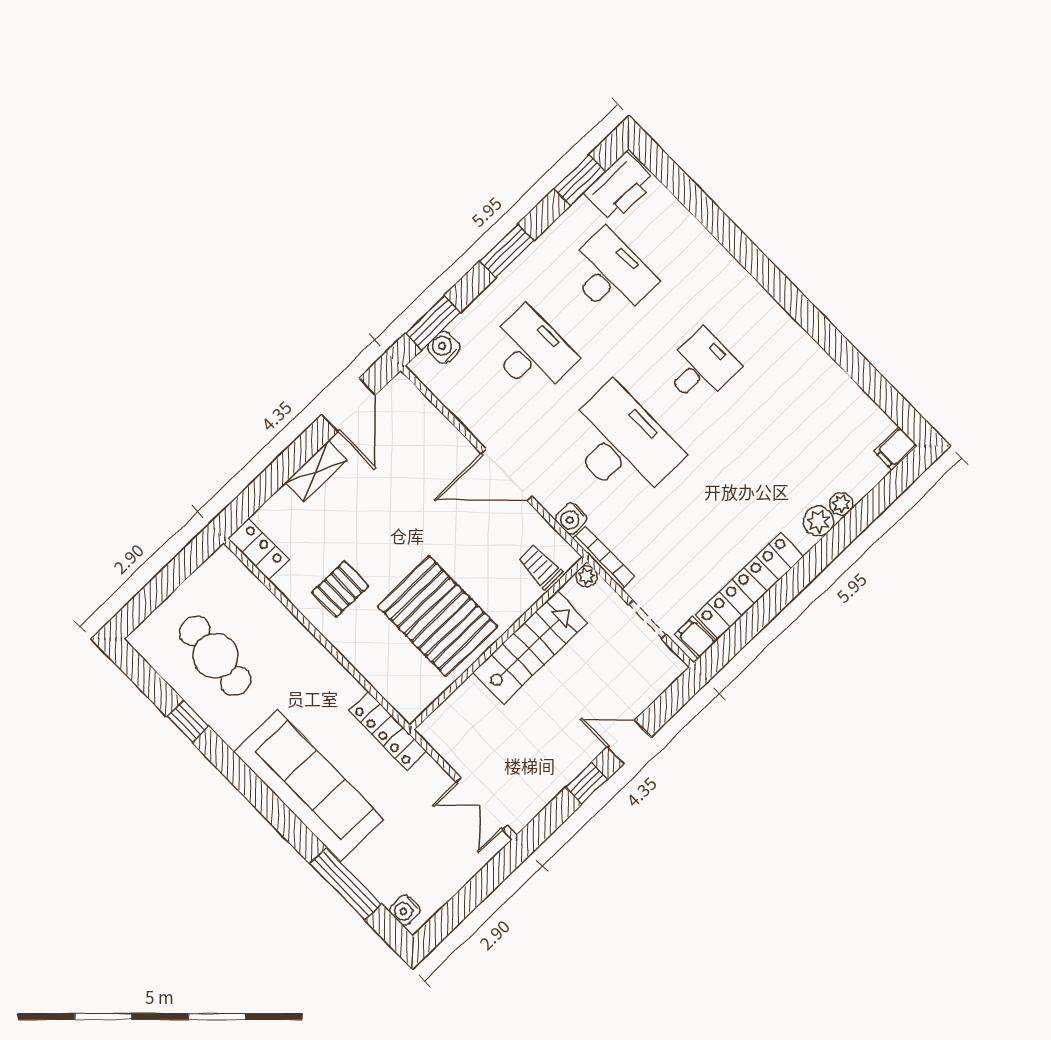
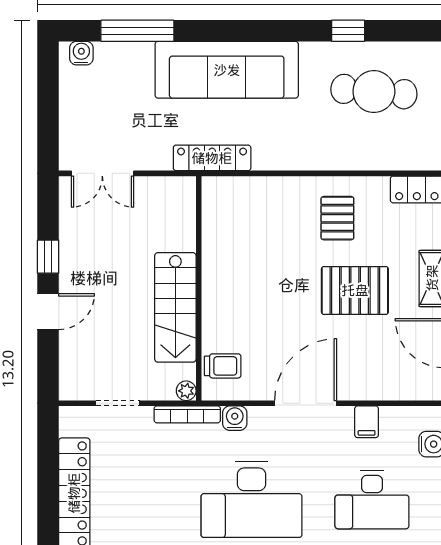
pallet: (438, 616) -> (355, 290), moved, width x0.73, depth x0.71
filing cabinet: (696, 638) -> (367, 422), moved, turned 90
double door: (482, 804) -> (102, 173), swing flipped

